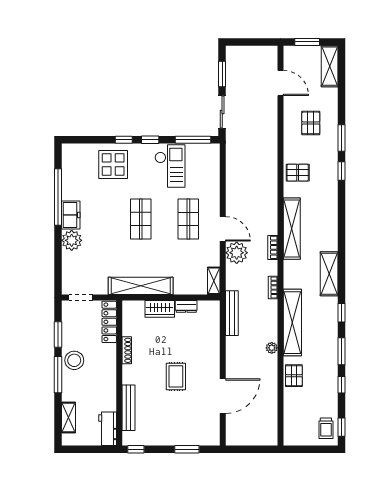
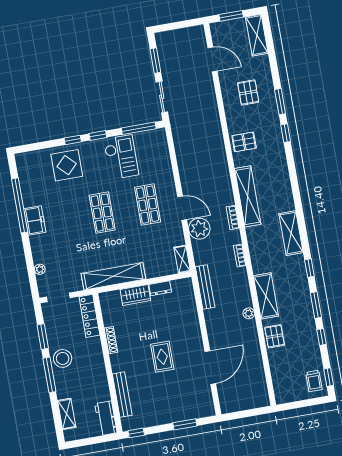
plant: (72, 240) -> (40, 269), moved, width x0.53, depth x0.53
shelving: (292, 323) -> (266, 296), width x0.68

